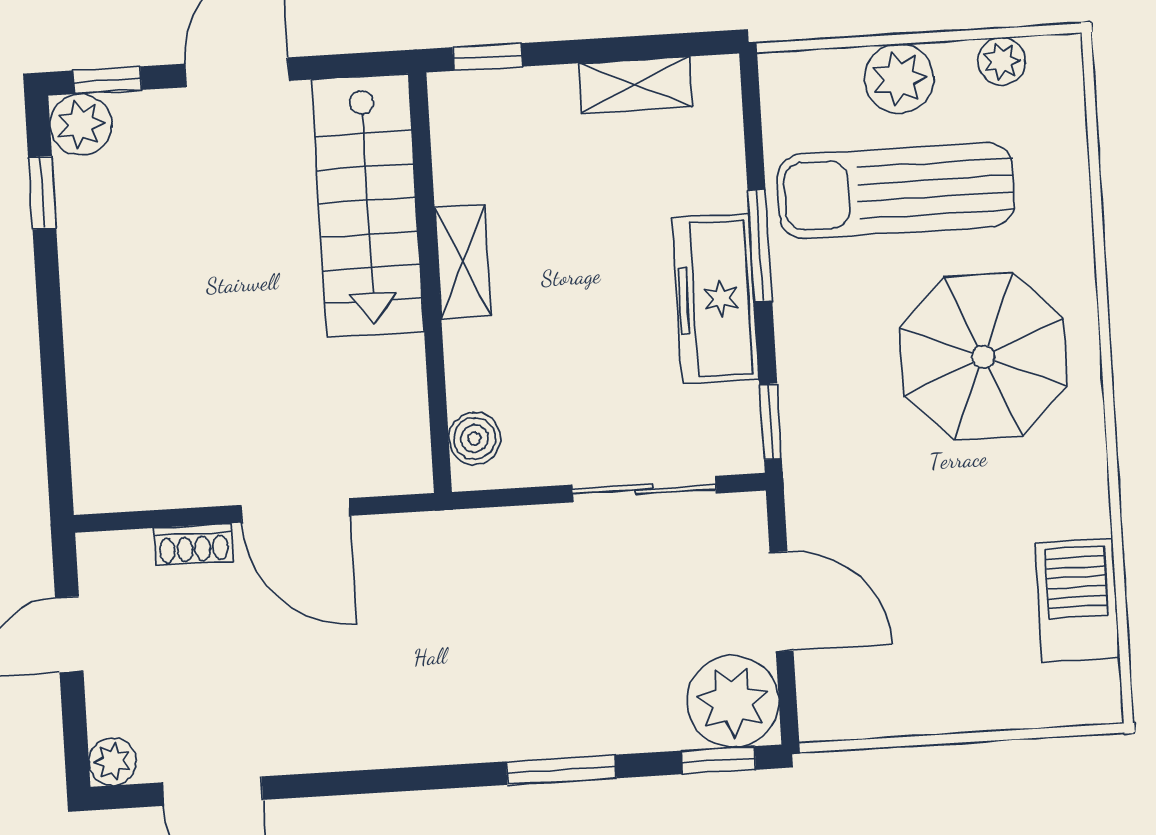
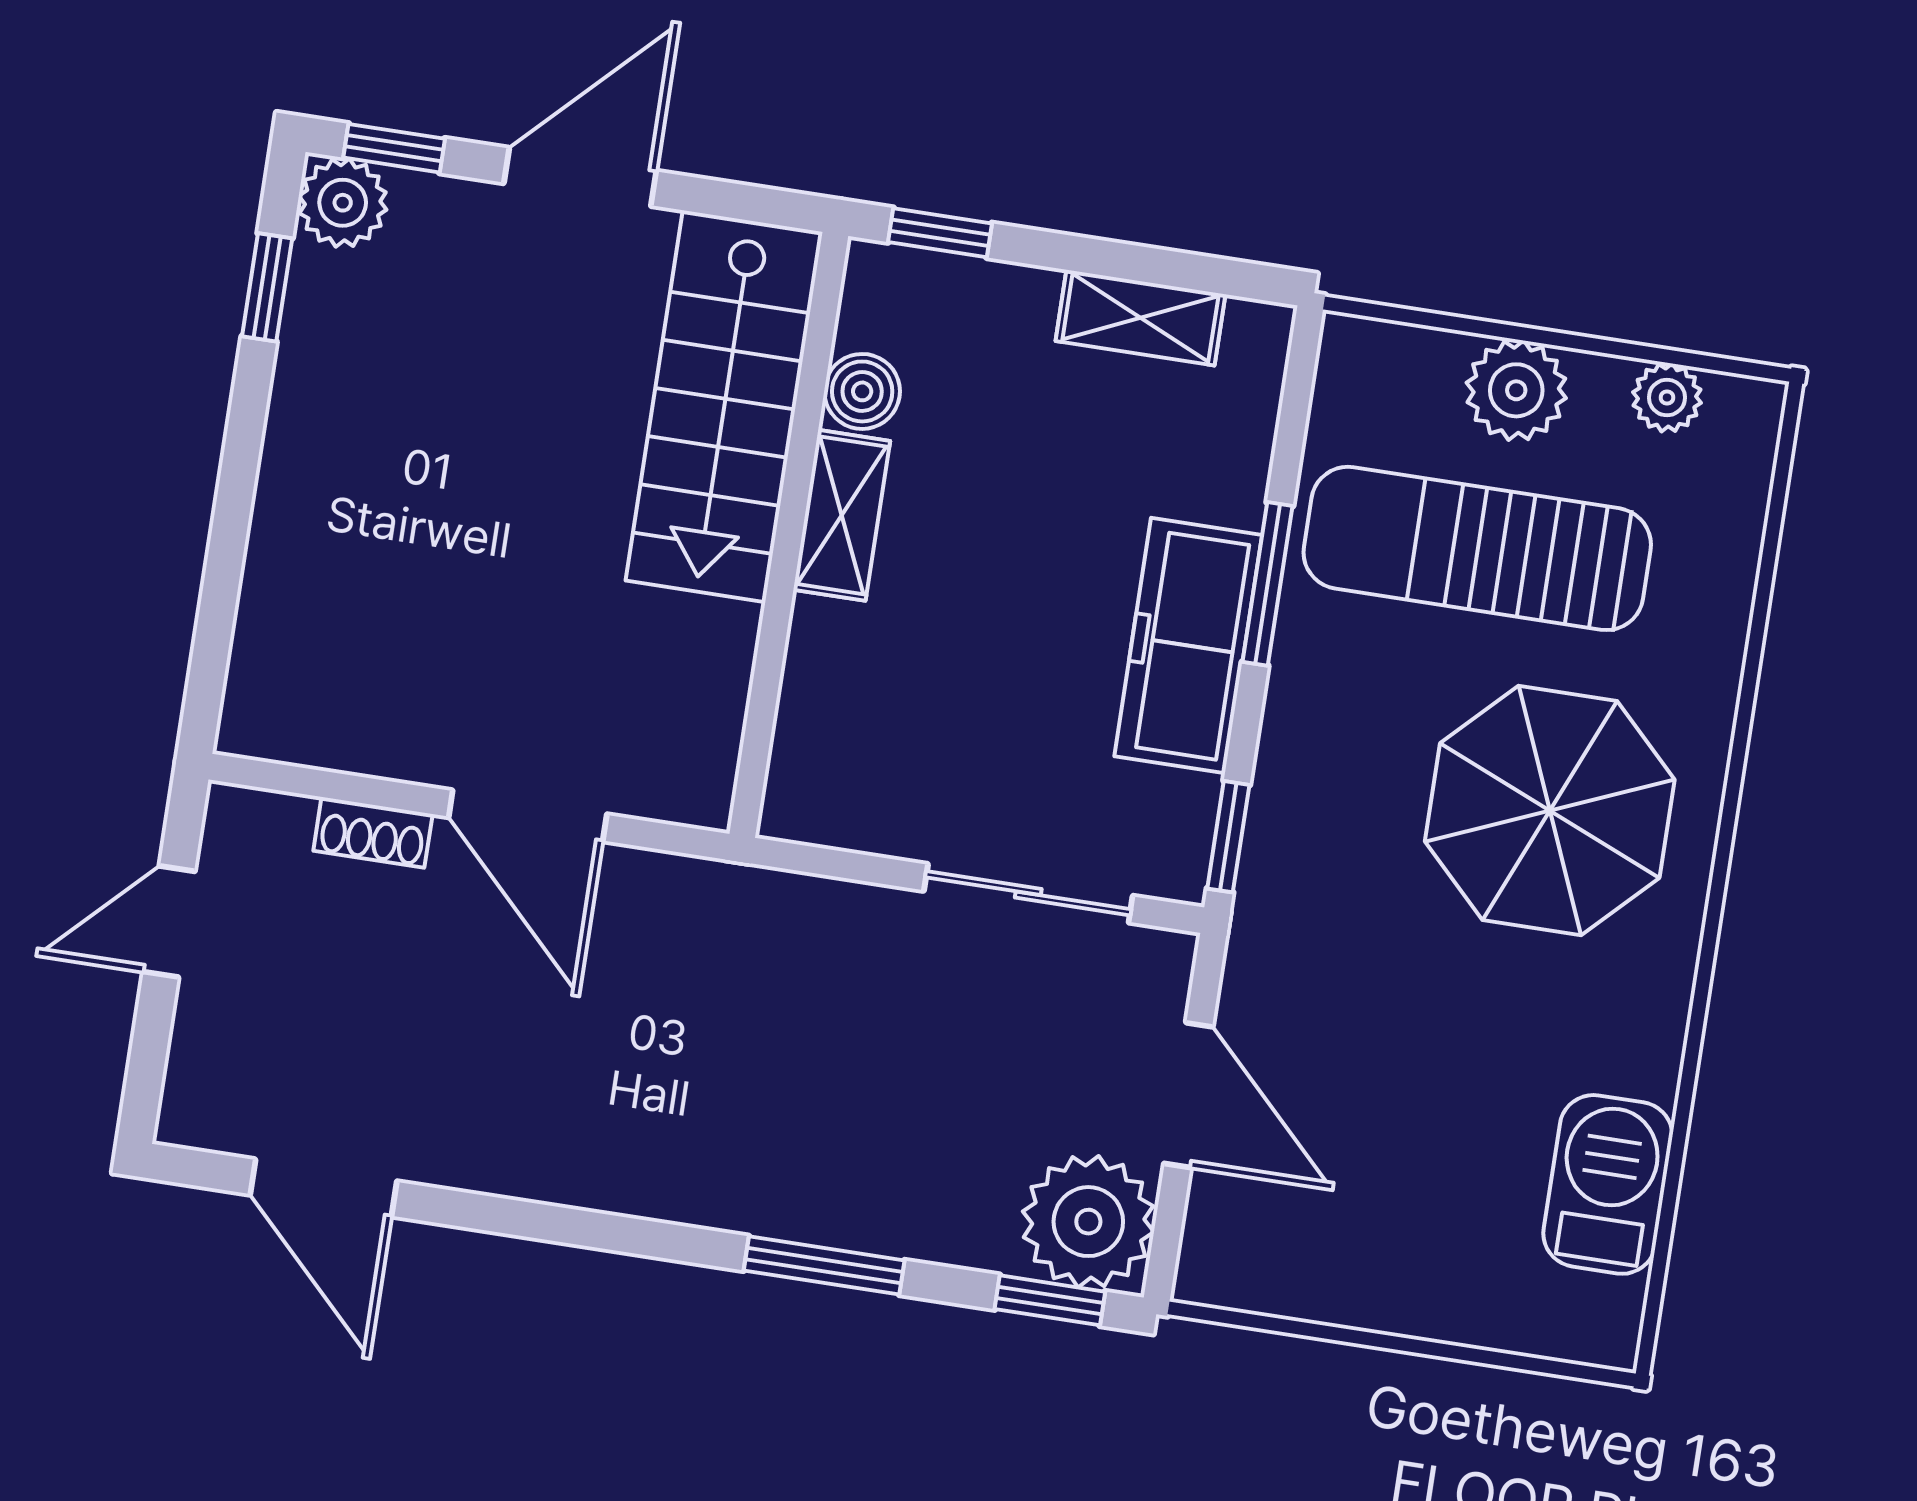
boiler: (475, 439) -> (862, 391), moved
plant: (113, 762) -> (191, 1115), removed

